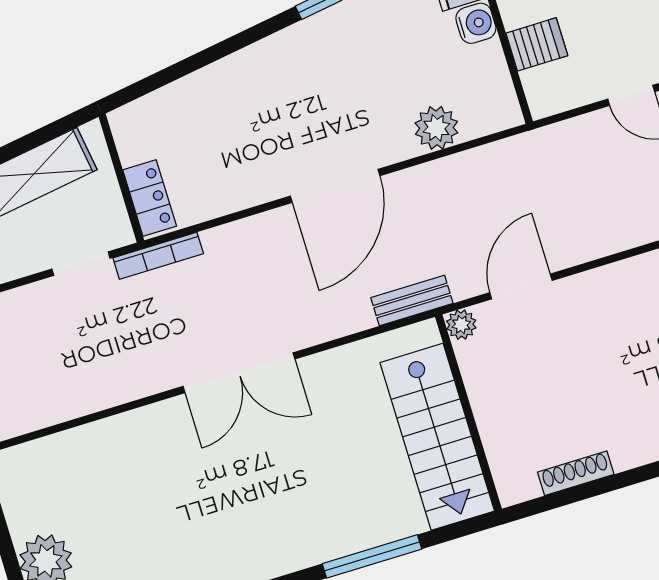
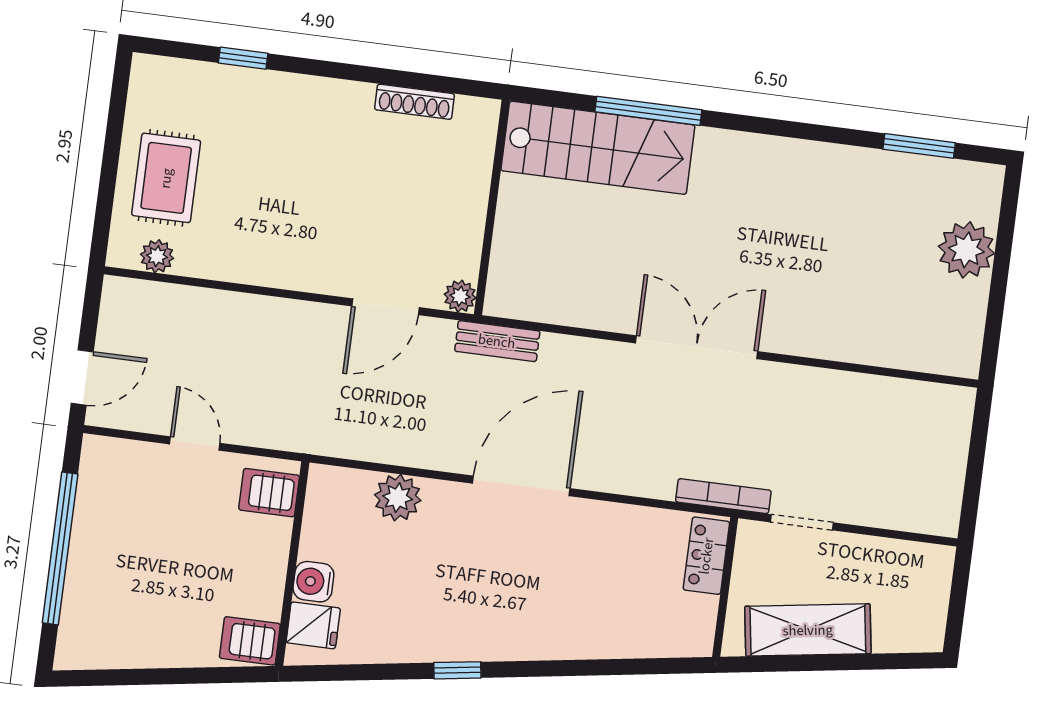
server rack: (537, 44) -> (269, 493), moved
stairs: (437, 437) -> (598, 148), moved, turned 90

